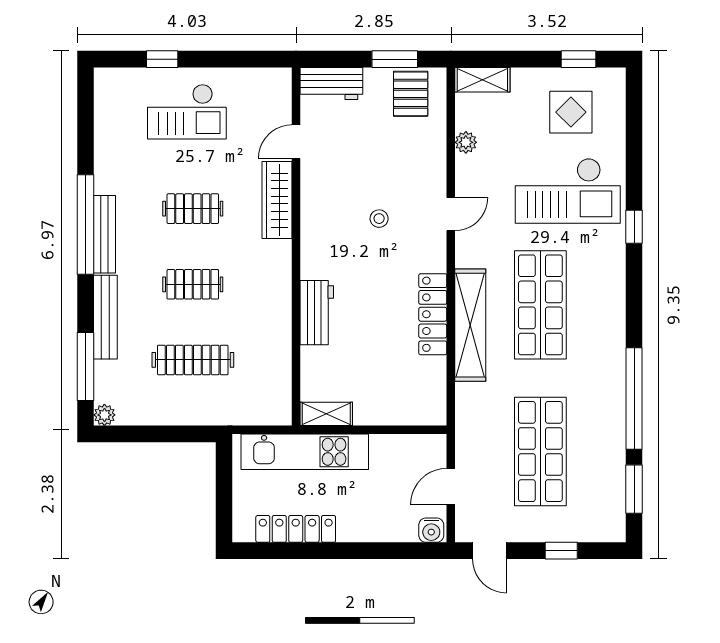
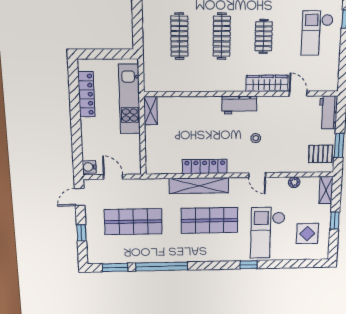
window: (579, 59) -> (335, 220), moved
clothes rail: (193, 284) -> (222, 36), width x1.36
workbench: (317, 313) -> (239, 105), moved

